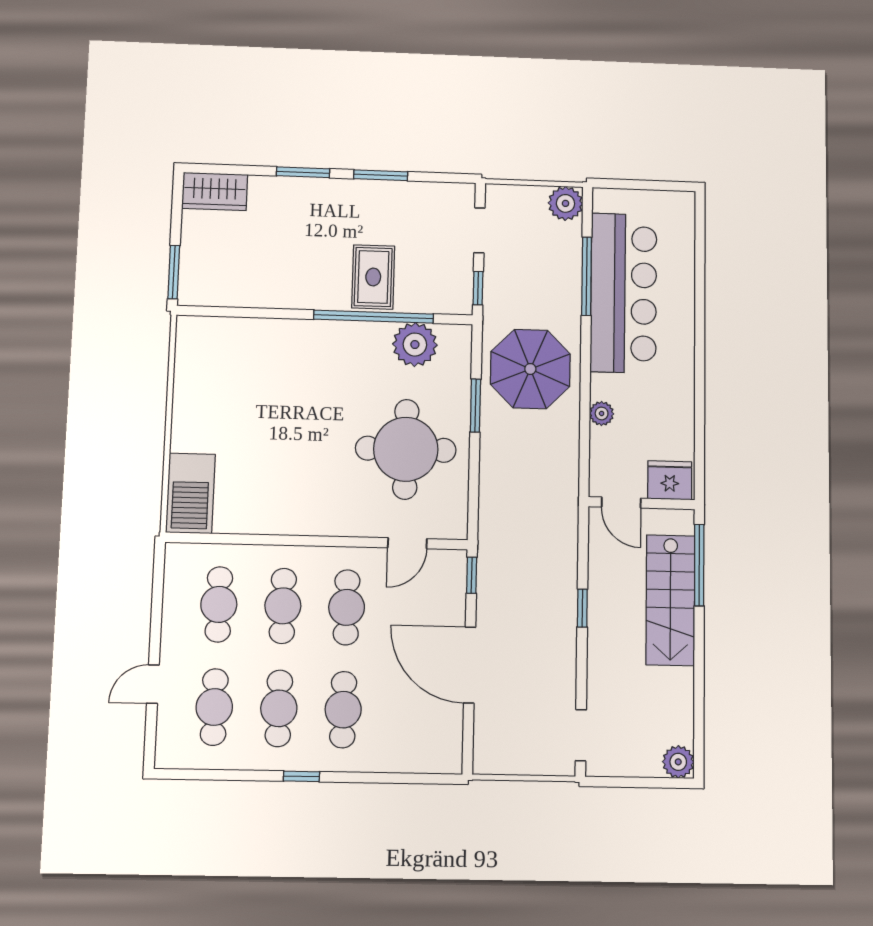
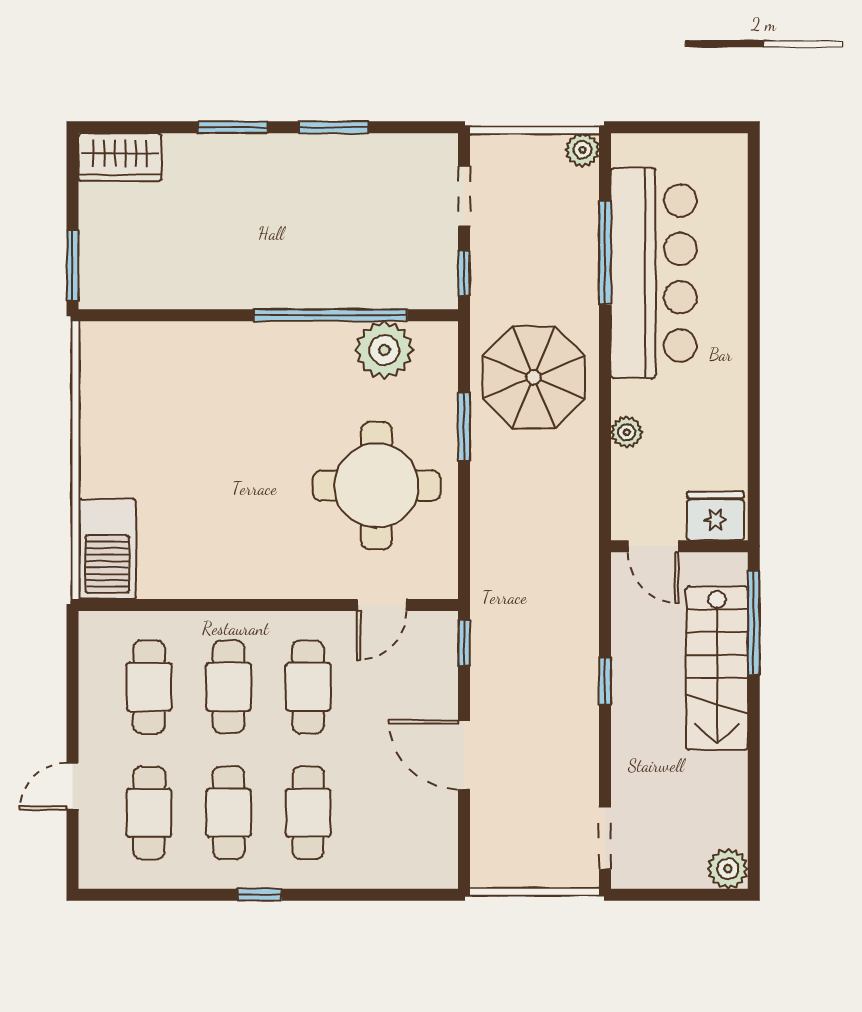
plant: (565, 203) -> (582, 150), width x0.73, depth x0.73
rug: (373, 277) -> (328, 263), removed
door: (470, 665) -> (464, 755), width x0.73

